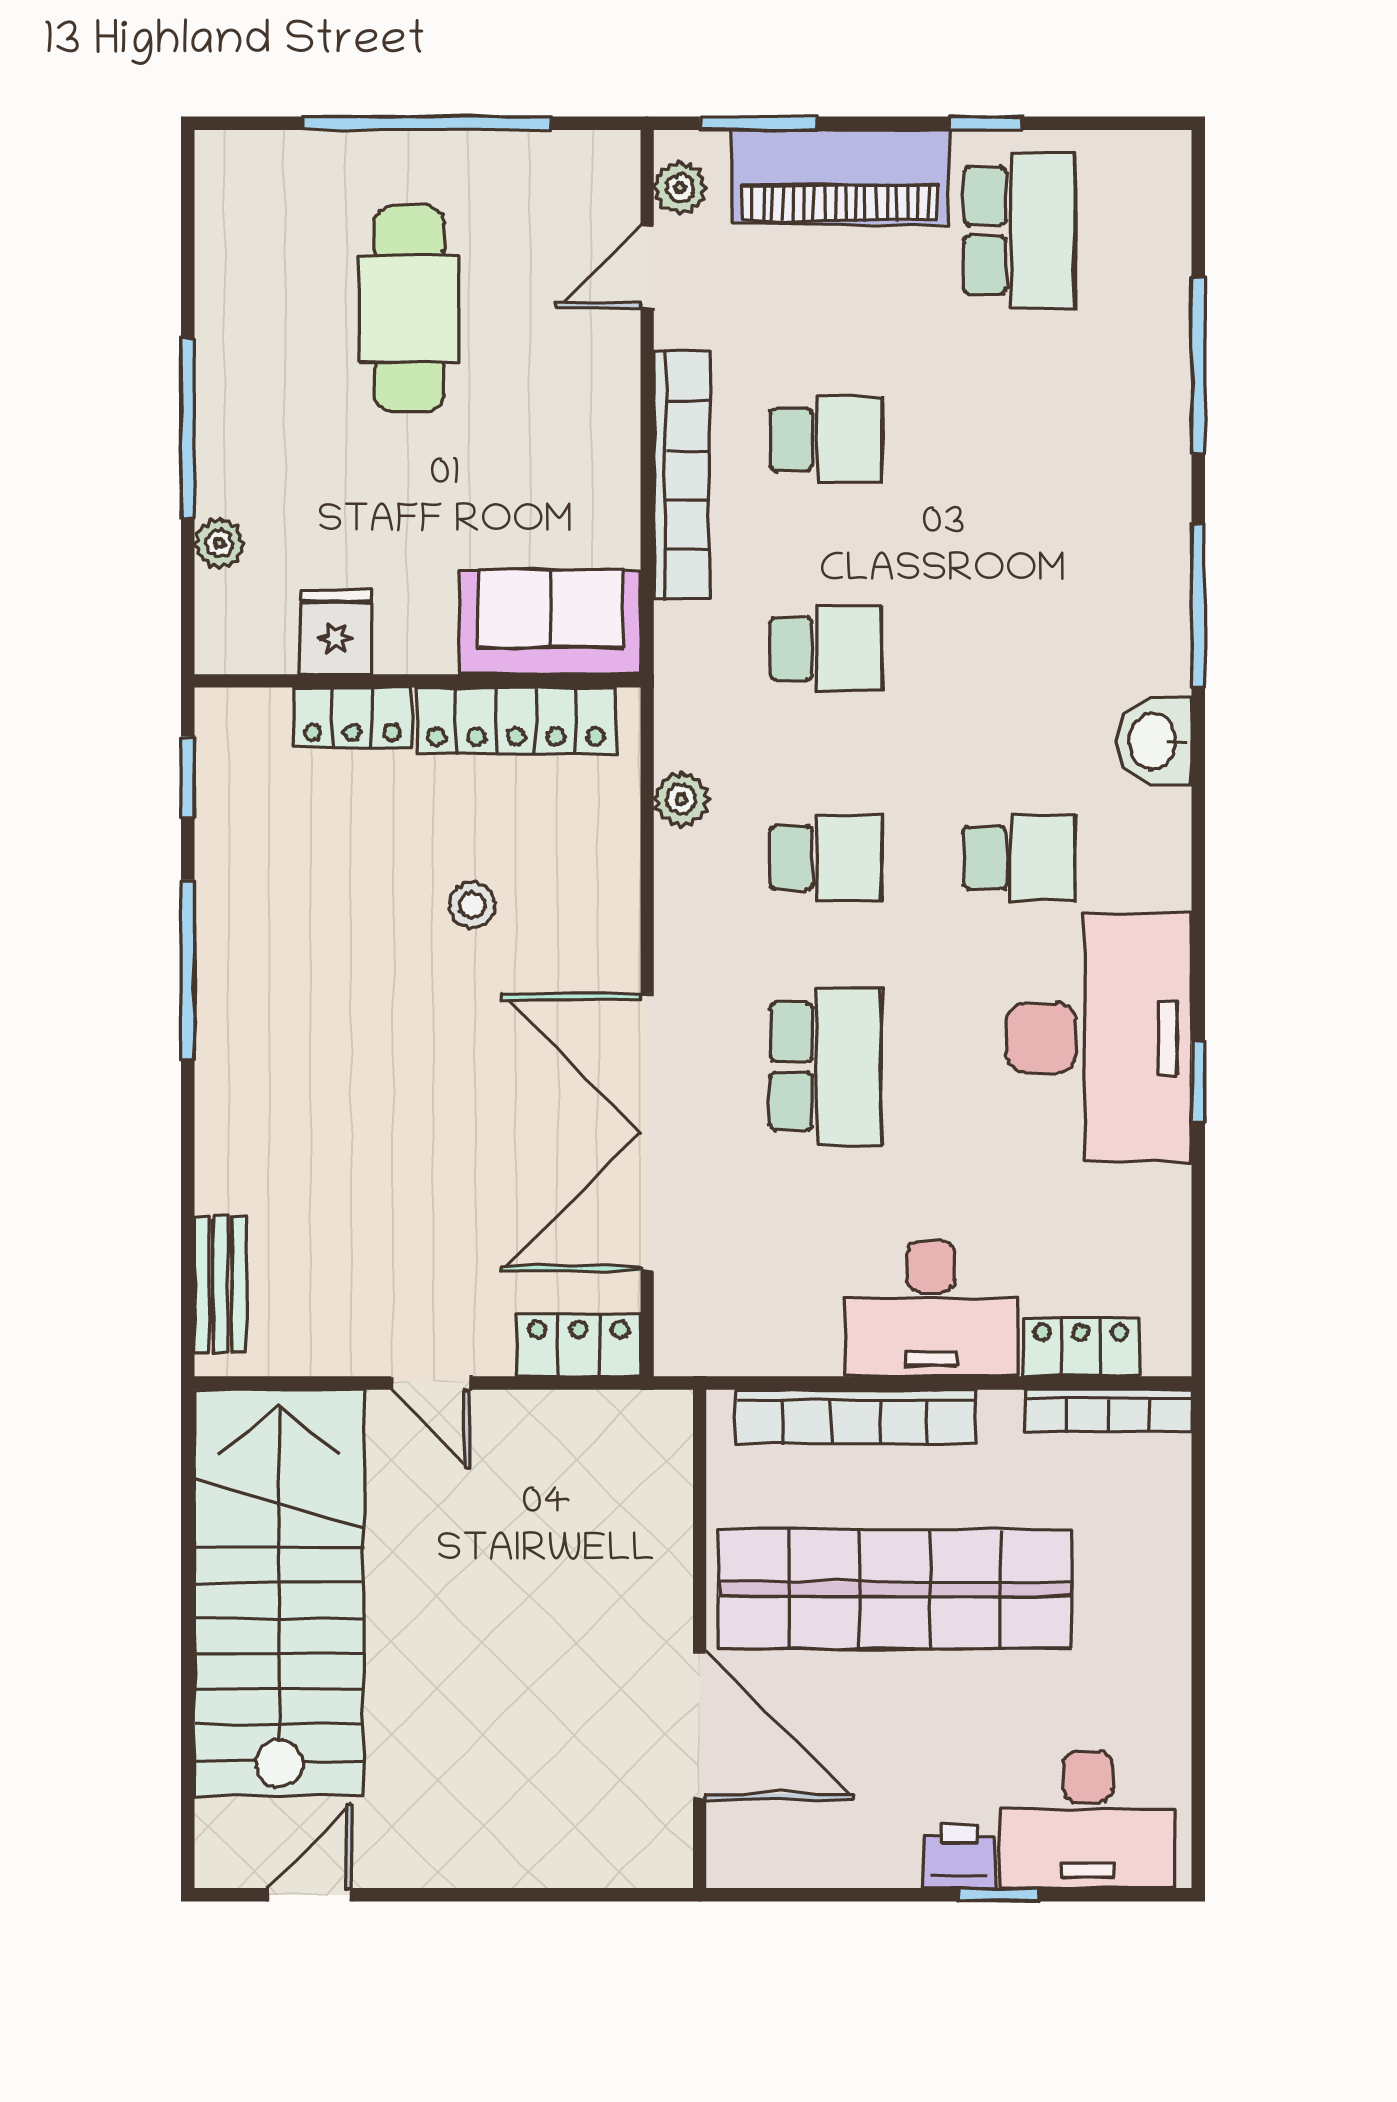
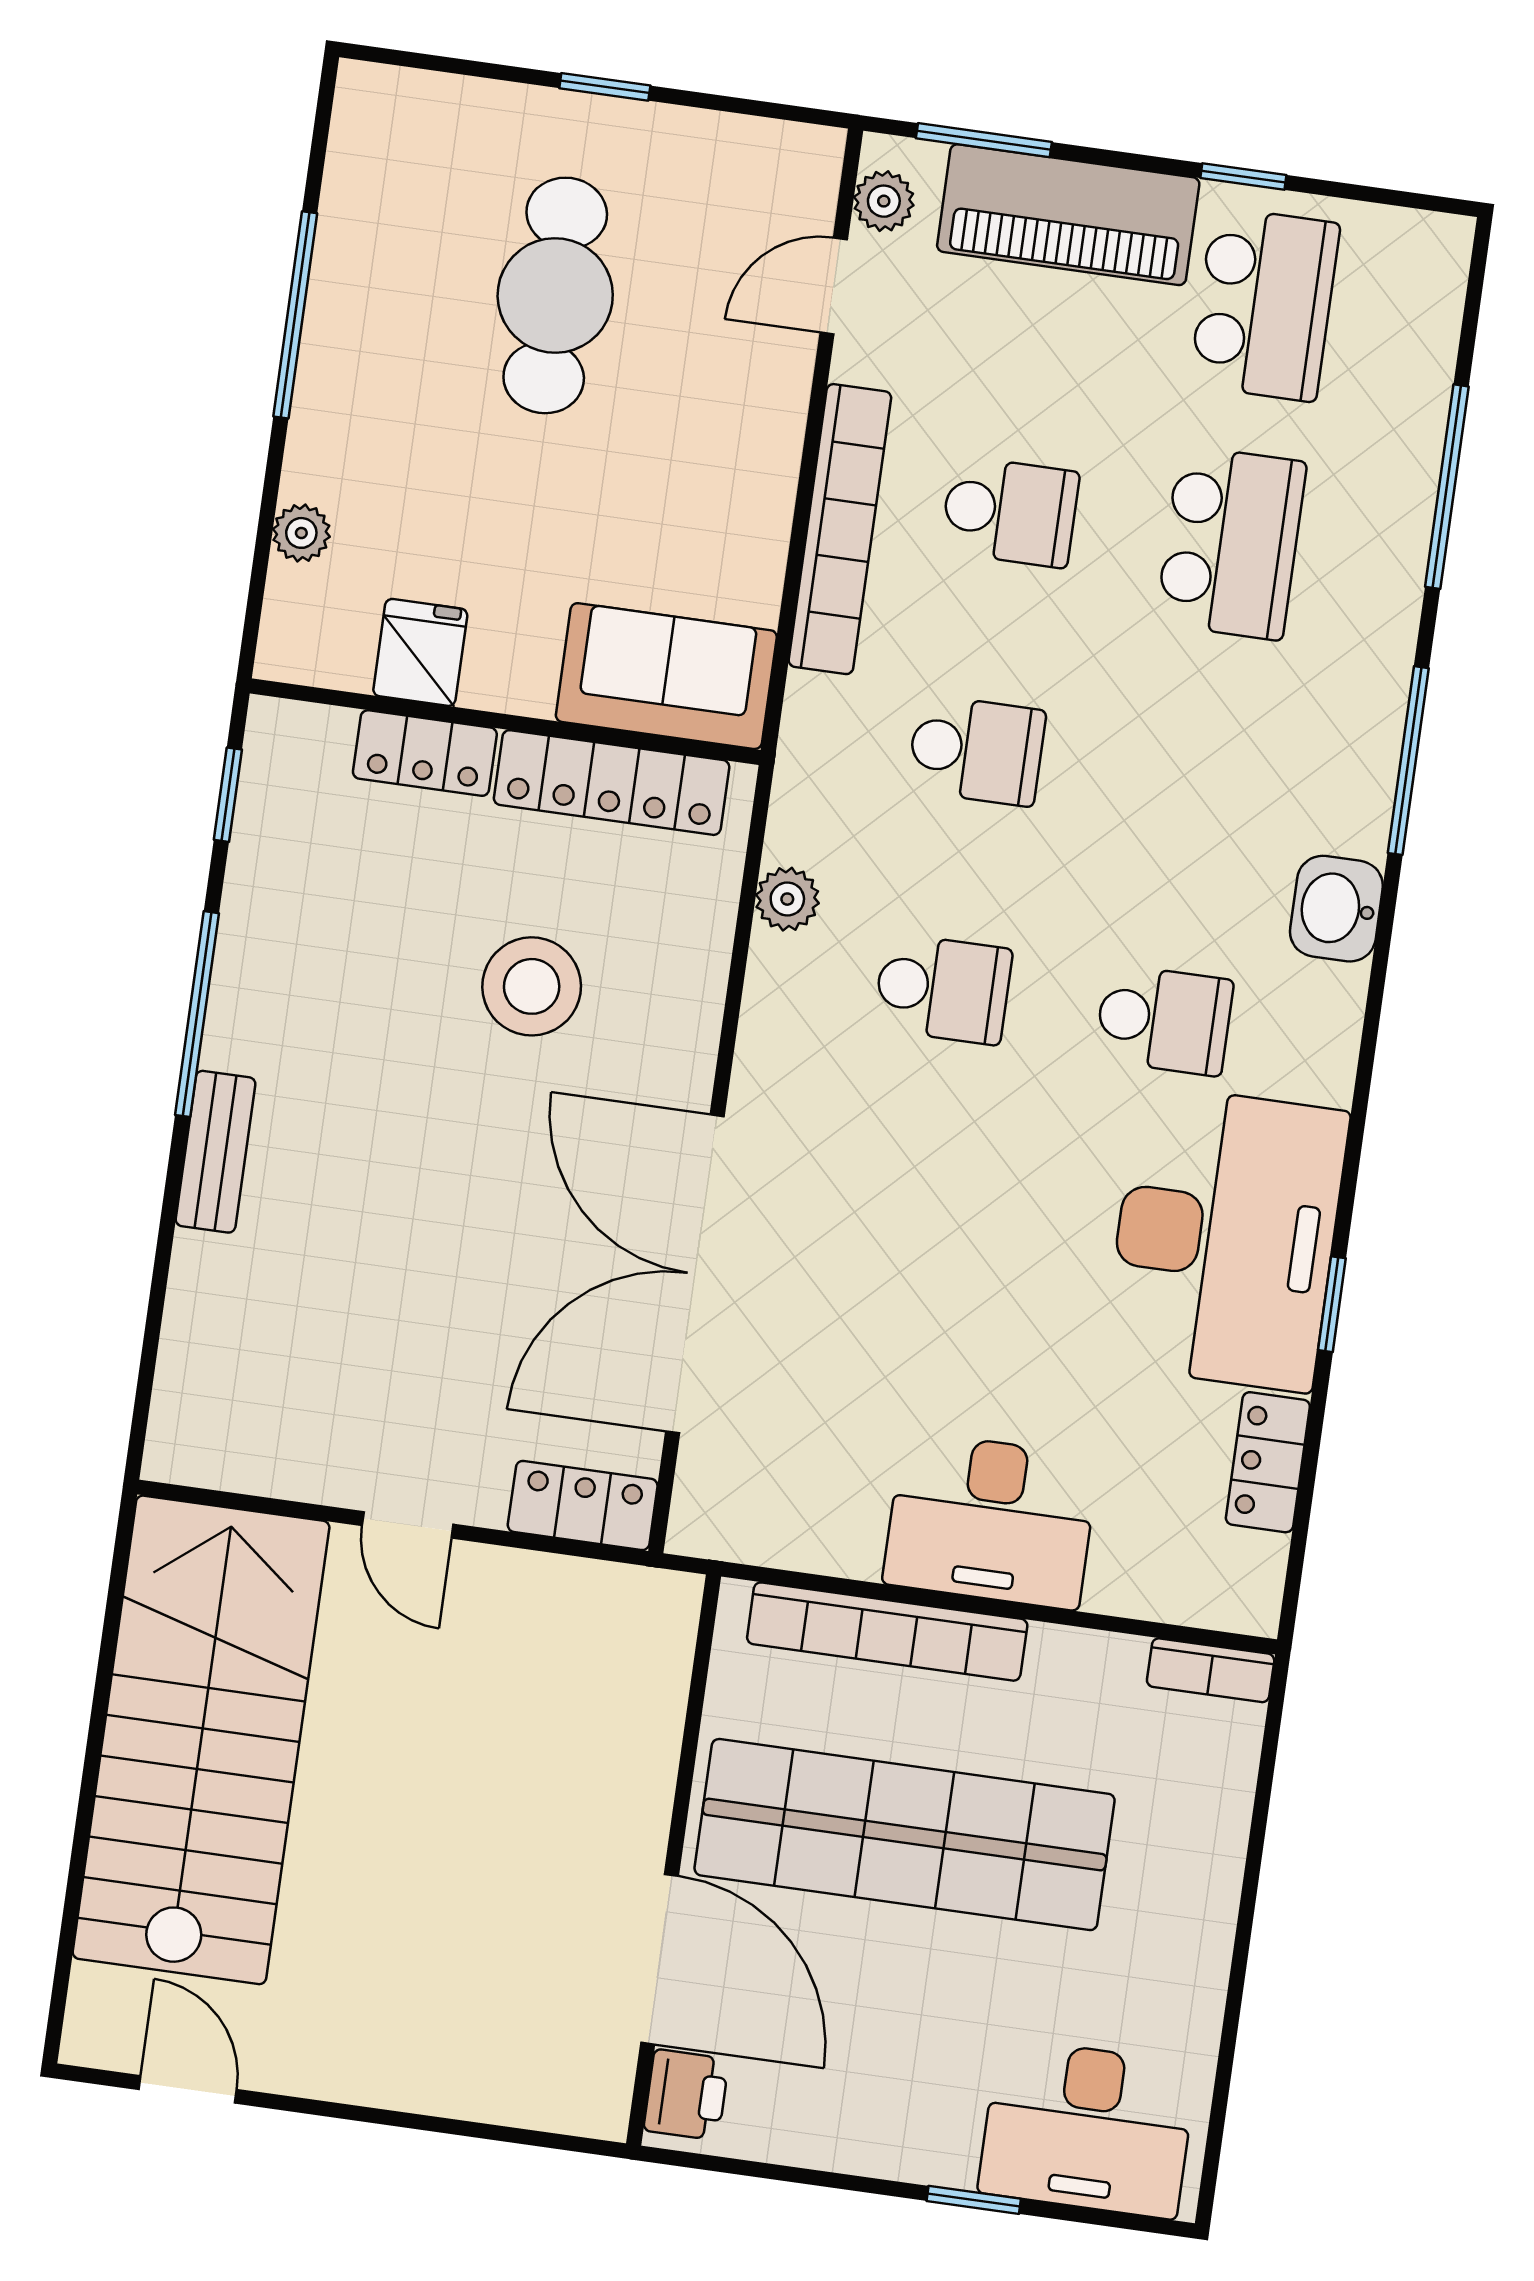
window: (426, 123) -> (605, 87), width x0.32
window: (188, 429) -> (295, 315), moved
stool: (472, 905) -> (532, 986), width x1.89, depth x1.89
school desk: (826, 1067) -> (1231, 543), moved
bench: (220, 1284) -> (216, 1152), moved
locker: (1081, 1347) -> (1268, 1462), moved, turned -90
bookcase: (1108, 1411) -> (1211, 1670), width x0.64
printer: (959, 1855) -> (686, 2095), moved, turned 90
door: (310, 1895) -> (188, 2089), hinge flipped

